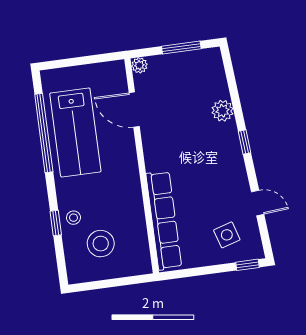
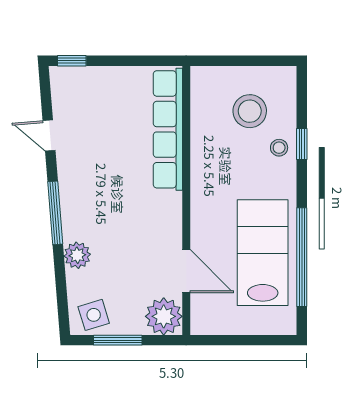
plant: (139, 65) -> (164, 316), width x1.87, depth x1.87
window: (245, 142) -> (55, 213), width x2.17
side table: (227, 235) -> (94, 315), moved

